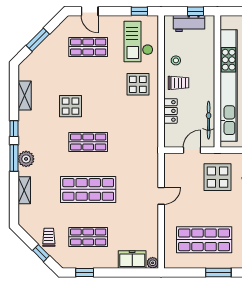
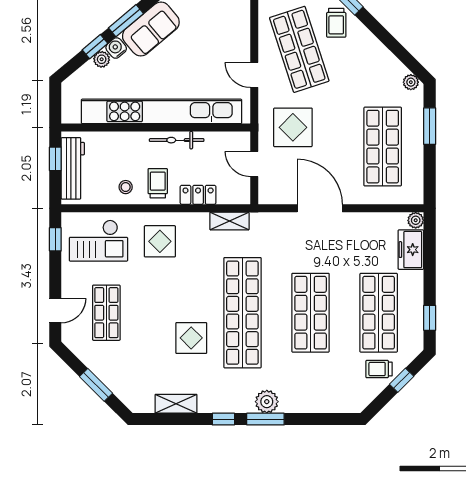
workbench: (189, 24) -> (73, 168), width x1.38
bicycle: (209, 120) -> (177, 140), moved
shop shelf: (88, 142) -> (242, 313), width x2.00, depth x1.36
shelving: (24, 190) -> (229, 221), moved
door: (161, 196) -> (320, 208), width x1.88
shop shelf: (88, 237) -> (379, 313), width x1.43, depth x1.36

